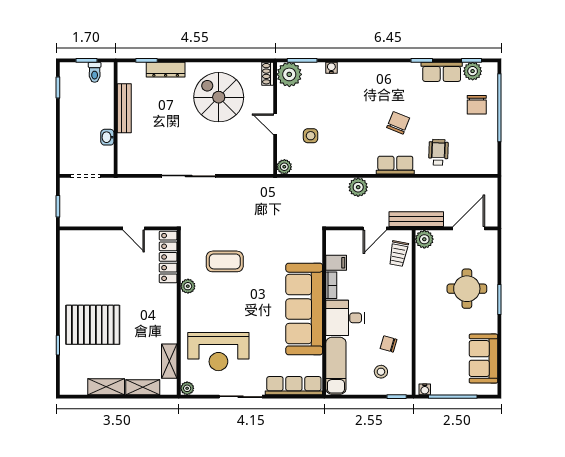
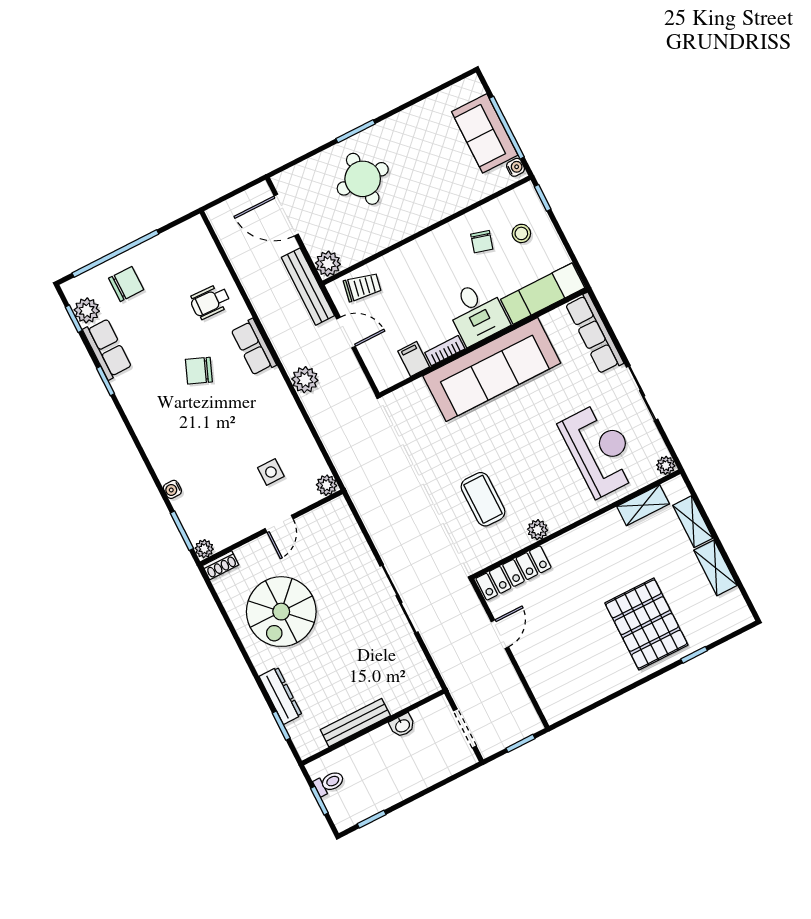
plant: (289, 74) -> (204, 549), width x0.53, depth x0.53
sofa: (483, 359) -> (485, 133), moved, turned 90

